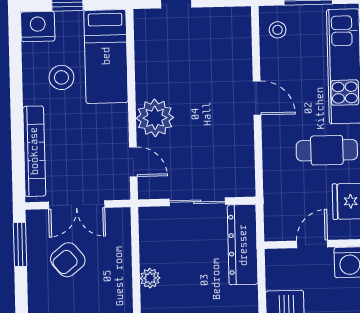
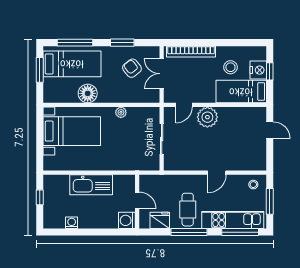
nightstand: (38, 26) -> (258, 70), moved
window: (20, 244) -> (122, 43), moved
dresser: (243, 245) -> (138, 163), removed

